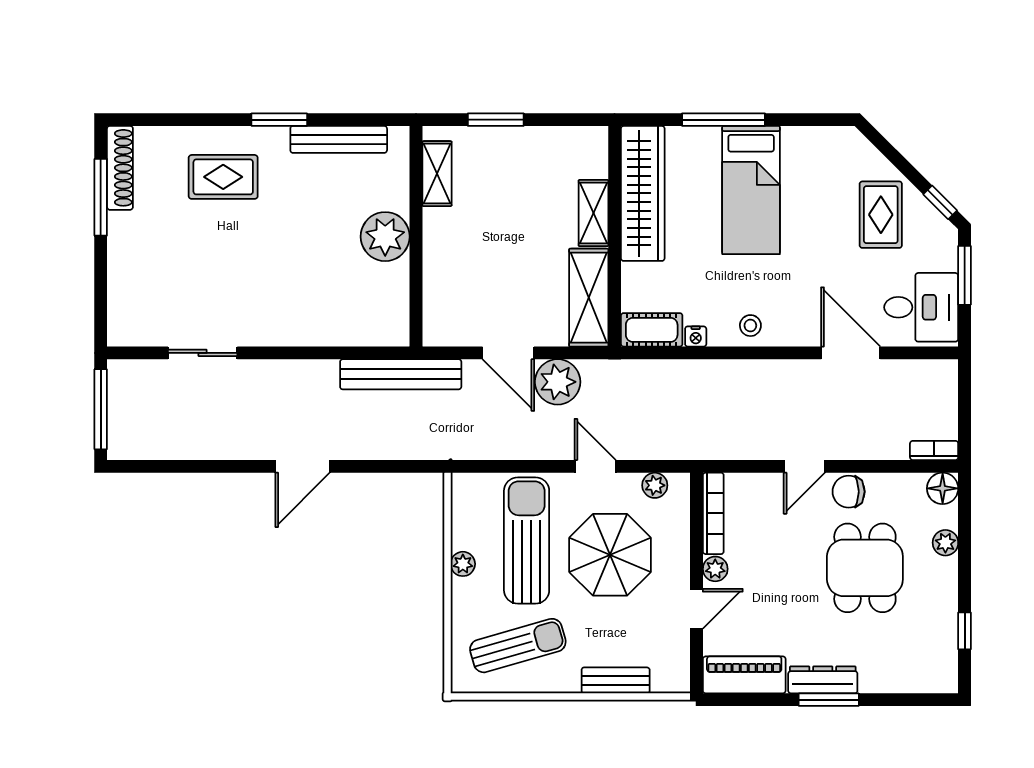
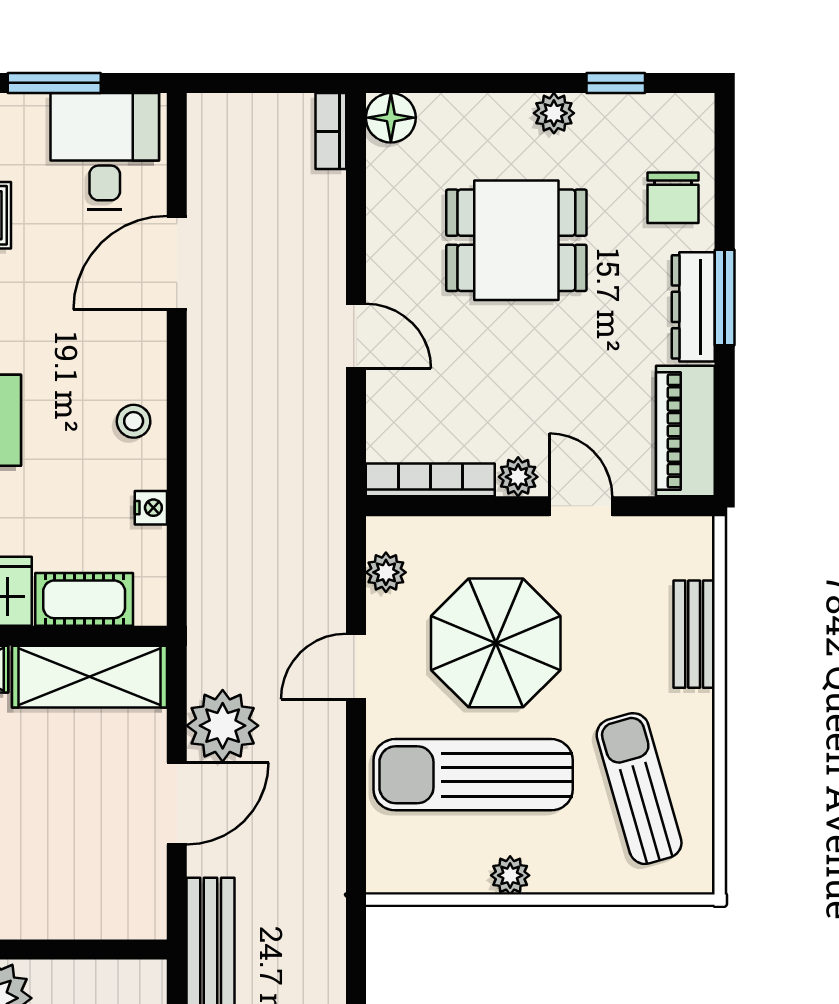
cot: (652, 330) -> (84, 599), moved, turned 90
chair: (849, 492) -> (673, 198), moved
plant: (945, 543) -> (554, 113), moved

